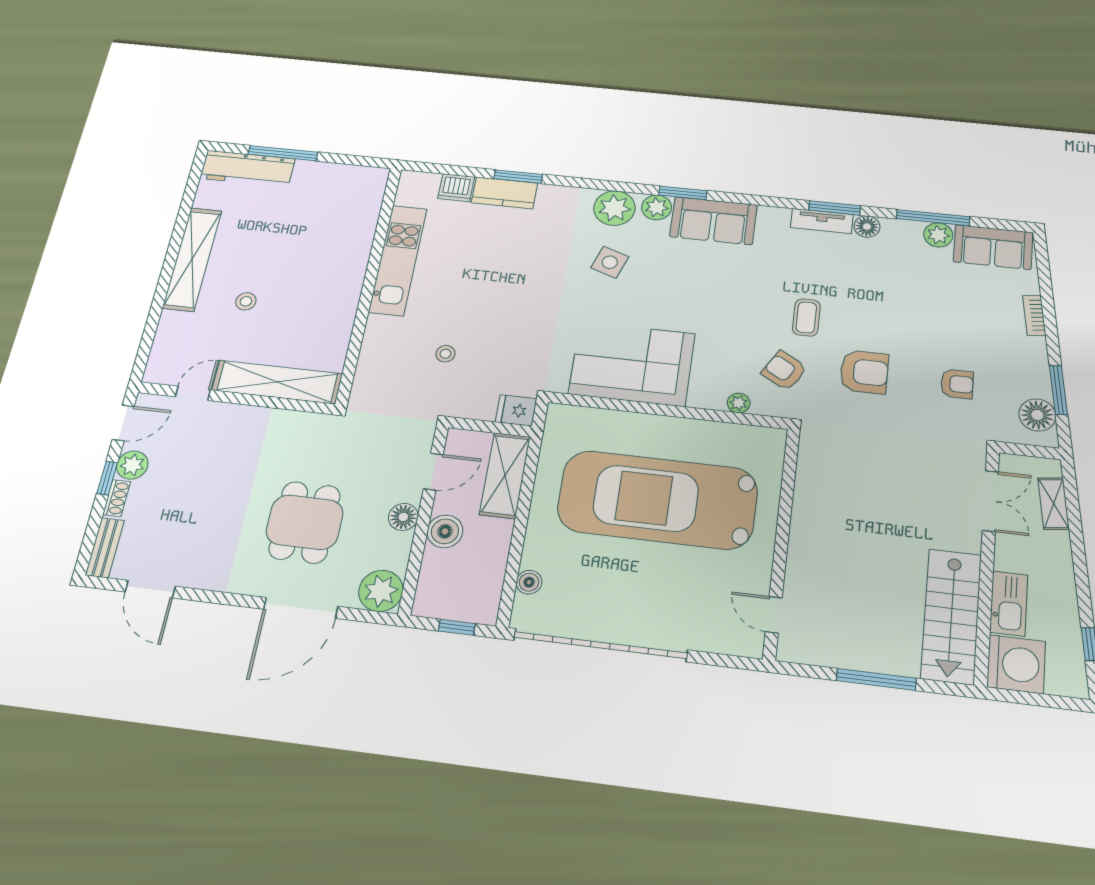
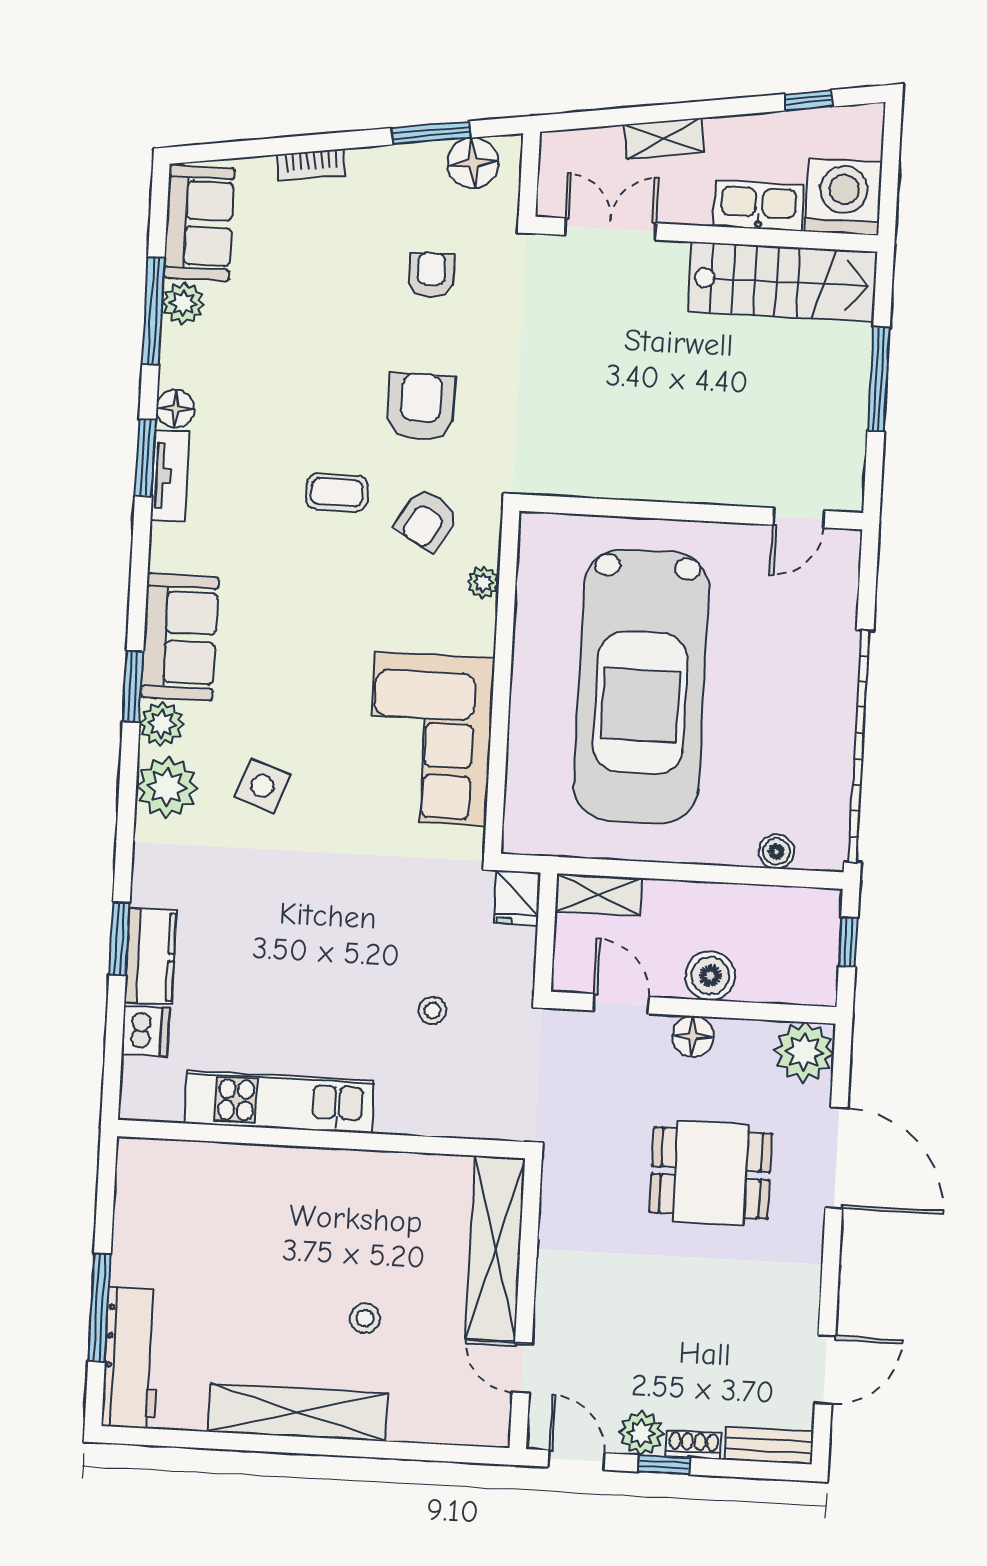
shelving: (505, 475) -> (599, 895), width x0.67, depth x0.75
shelving: (1054, 504) -> (664, 138), moved

